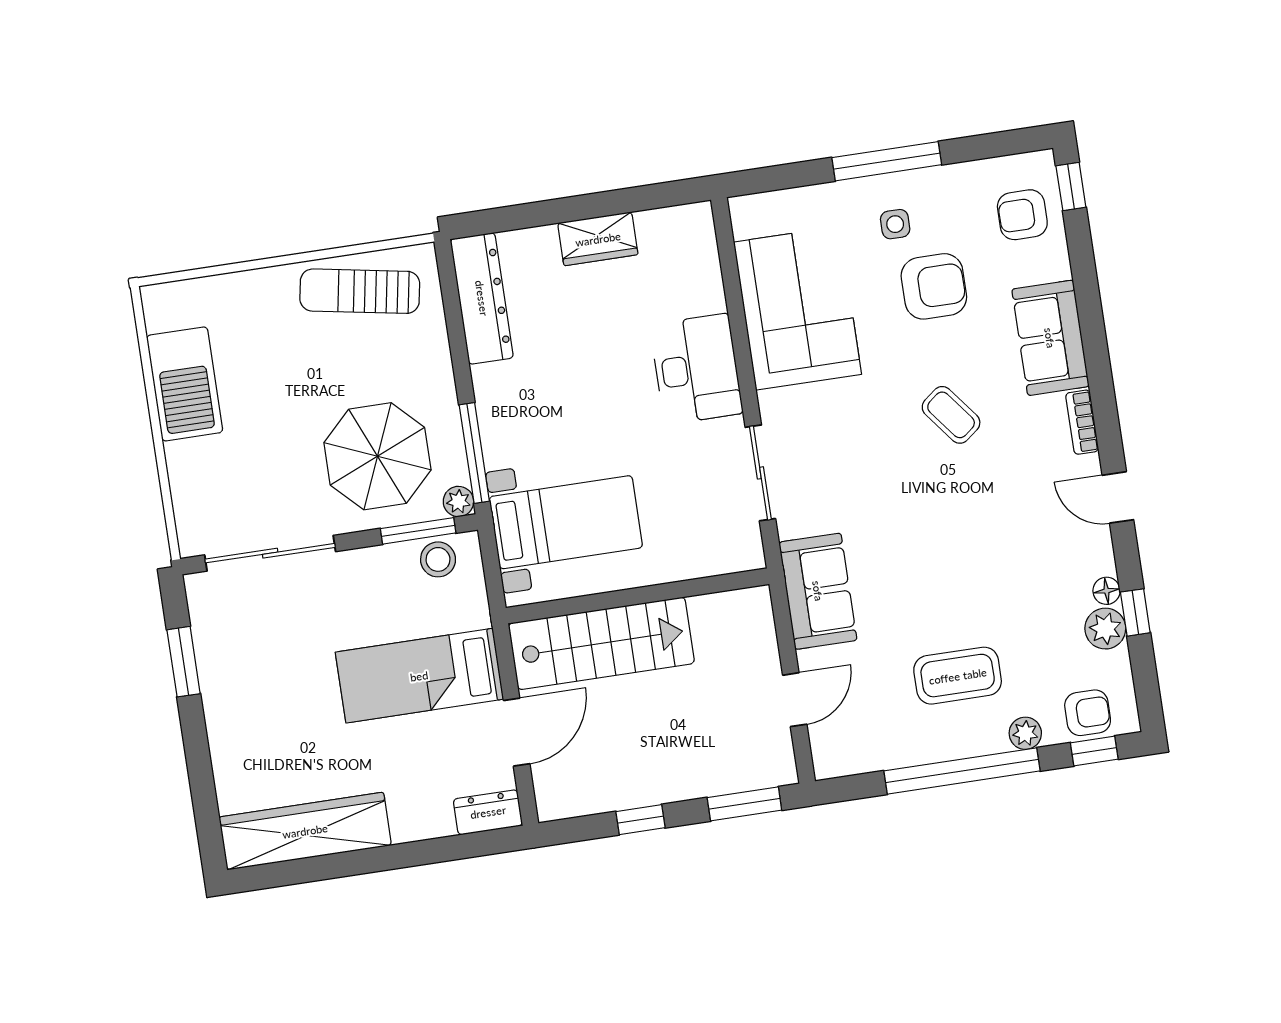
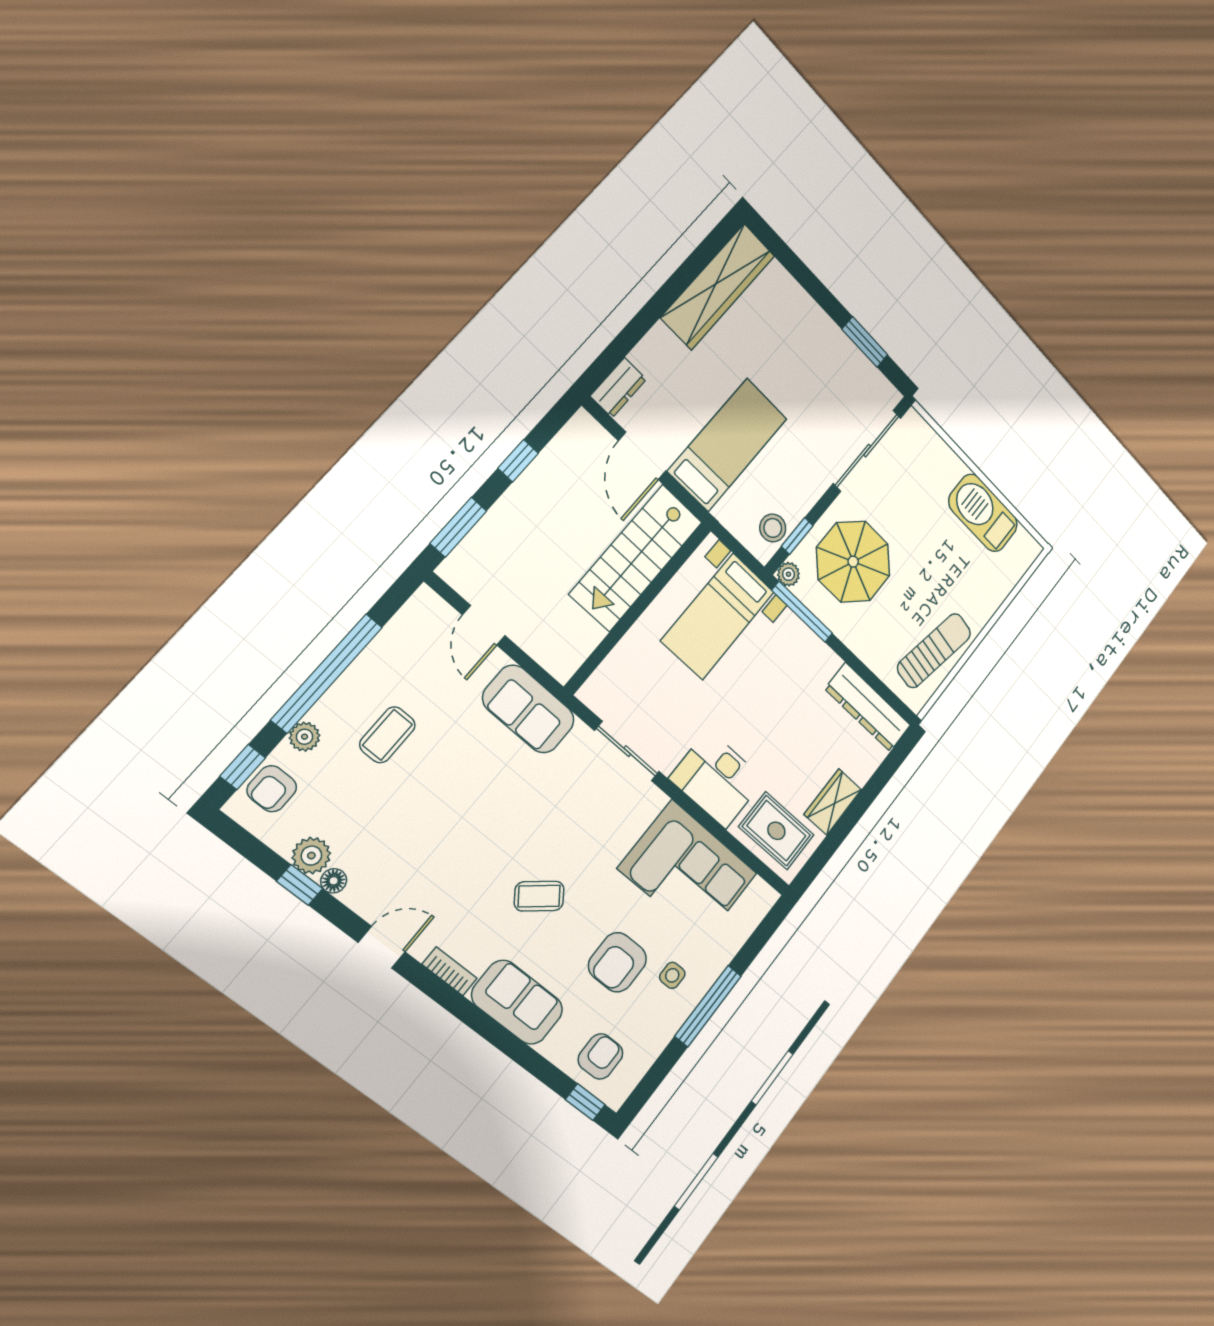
rug: (679, 265) -> (776, 831), added
window: (418, 531) -> (797, 536), width x0.67
coffee table: (958, 676) -> (387, 735), width x0.73, depth x0.77

